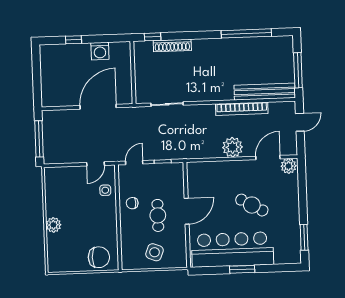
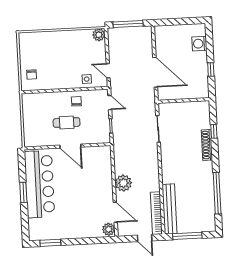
window: (153, 37) -> (214, 131), moved
window: (74, 40) -> (211, 70), moved
shoe rack: (172, 45) -> (207, 145), moved
washing machine: (100, 51) -> (199, 44), moved
bookcase: (242, 109) -> (156, 213), moved
cafe table: (252, 205) -> (76, 200), removed
plant: (53, 225) -> (99, 35), moved
side table: (155, 252) -> (36, 120), removed
chair: (99, 257) -> (32, 75), width x0.54, depth x0.54

